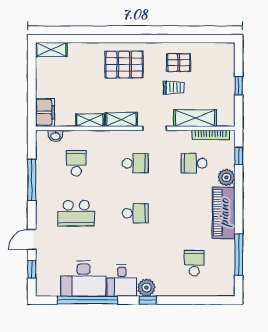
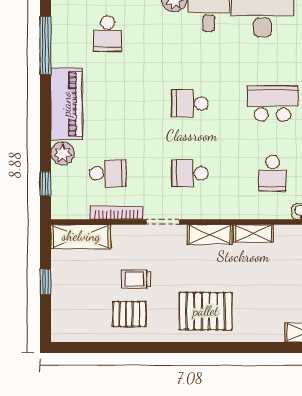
shelving: (195, 118) -> (81, 236), moved
bookcase: (211, 135) -> (116, 213), moved

